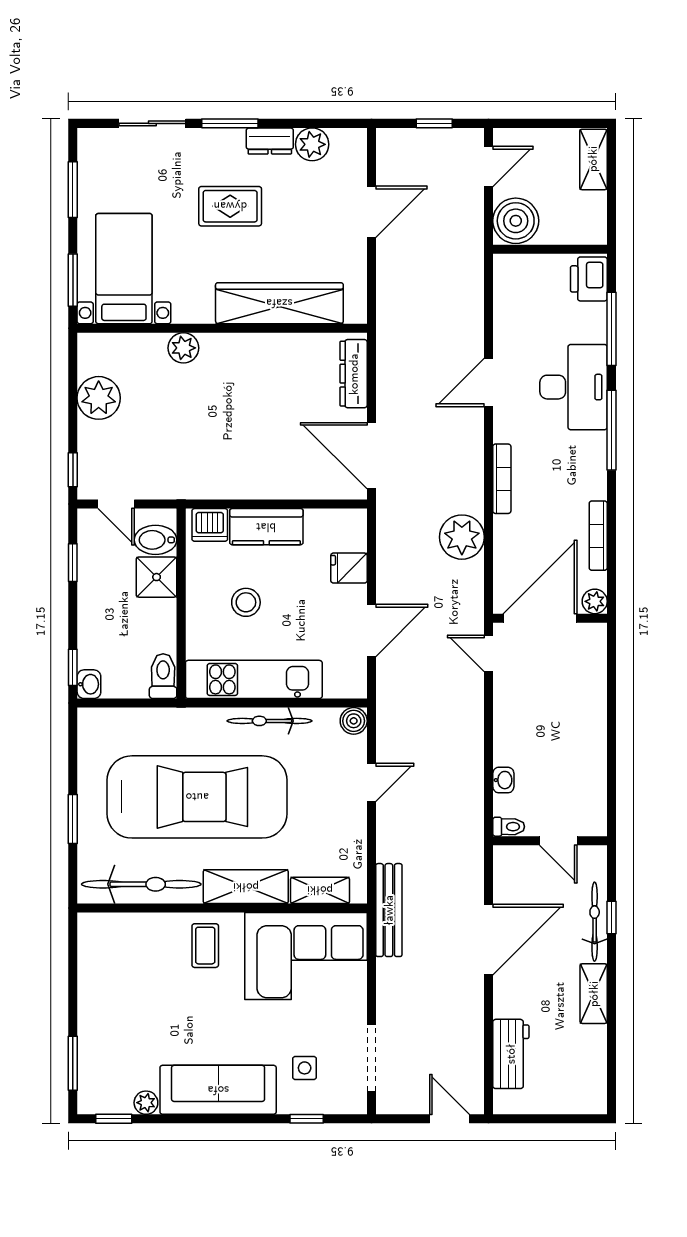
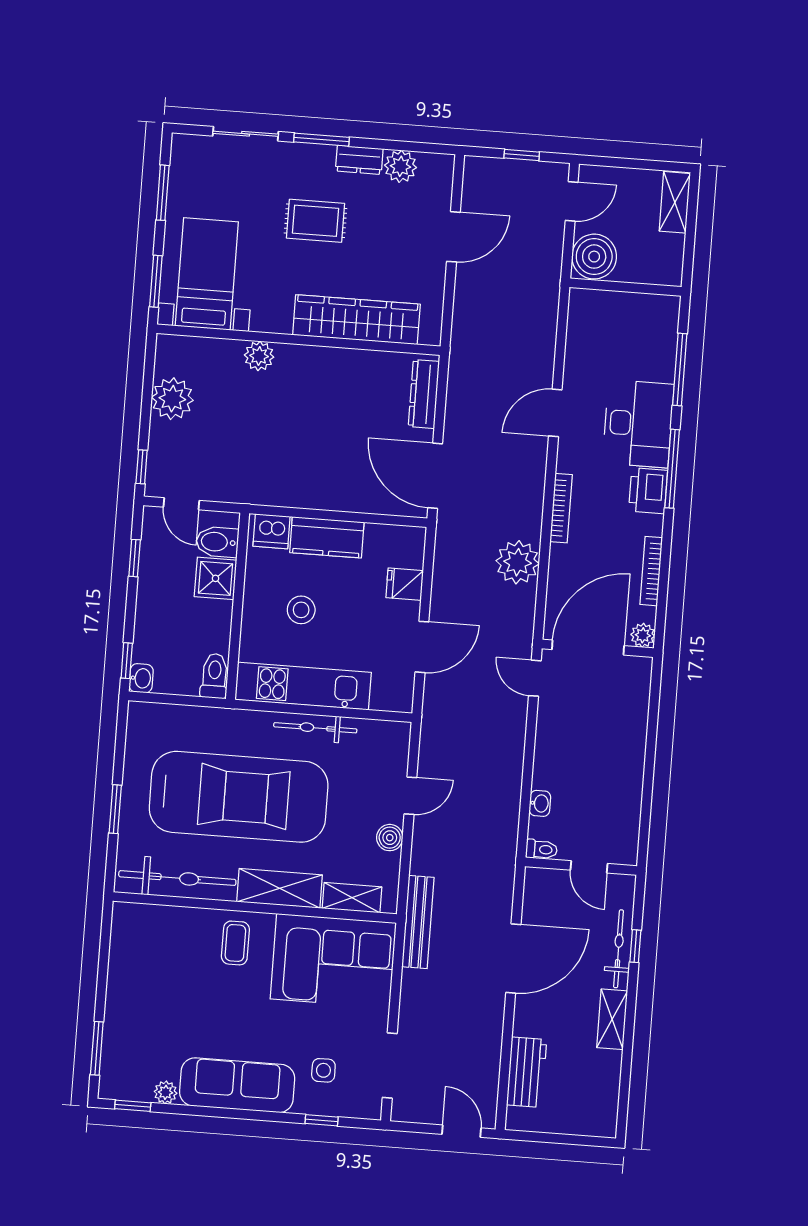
printer: (589, 279) -> (648, 491), moved
boiler: (354, 721) -> (390, 838), moved

